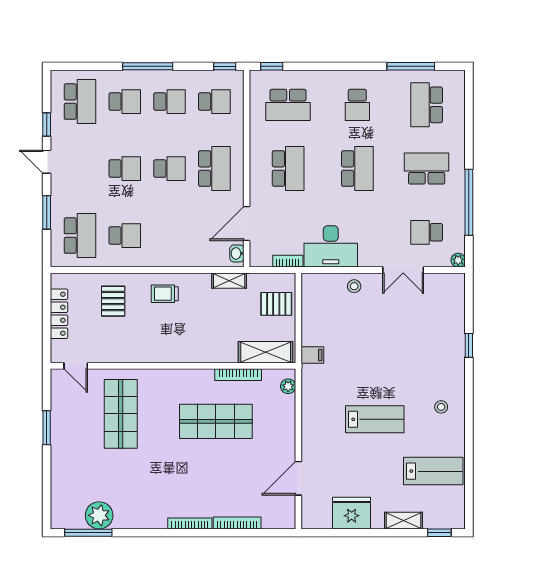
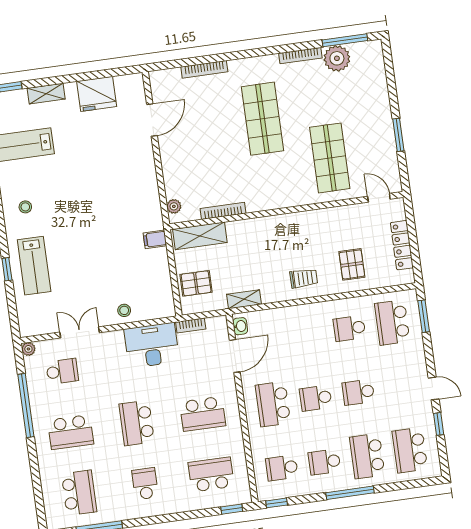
school desk: (125, 102) -> (367, 456), width x1.85
school desk: (288, 169) -> (203, 414), turned -90
window: (47, 212) -> (424, 316), moved
lab bench: (375, 419) -> (34, 266), moved, turned -90
shop shelf: (216, 421) -> (262, 119), moved, turned 90
bookcase: (190, 523) -> (300, 56), moved

